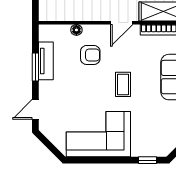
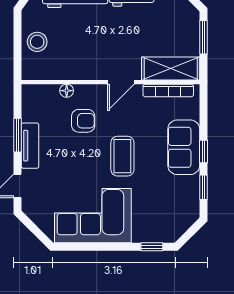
tv unit: (46, 61) -> (30, 146), moved
coffee table: (123, 84) -> (122, 156), width x1.36, depth x1.30

